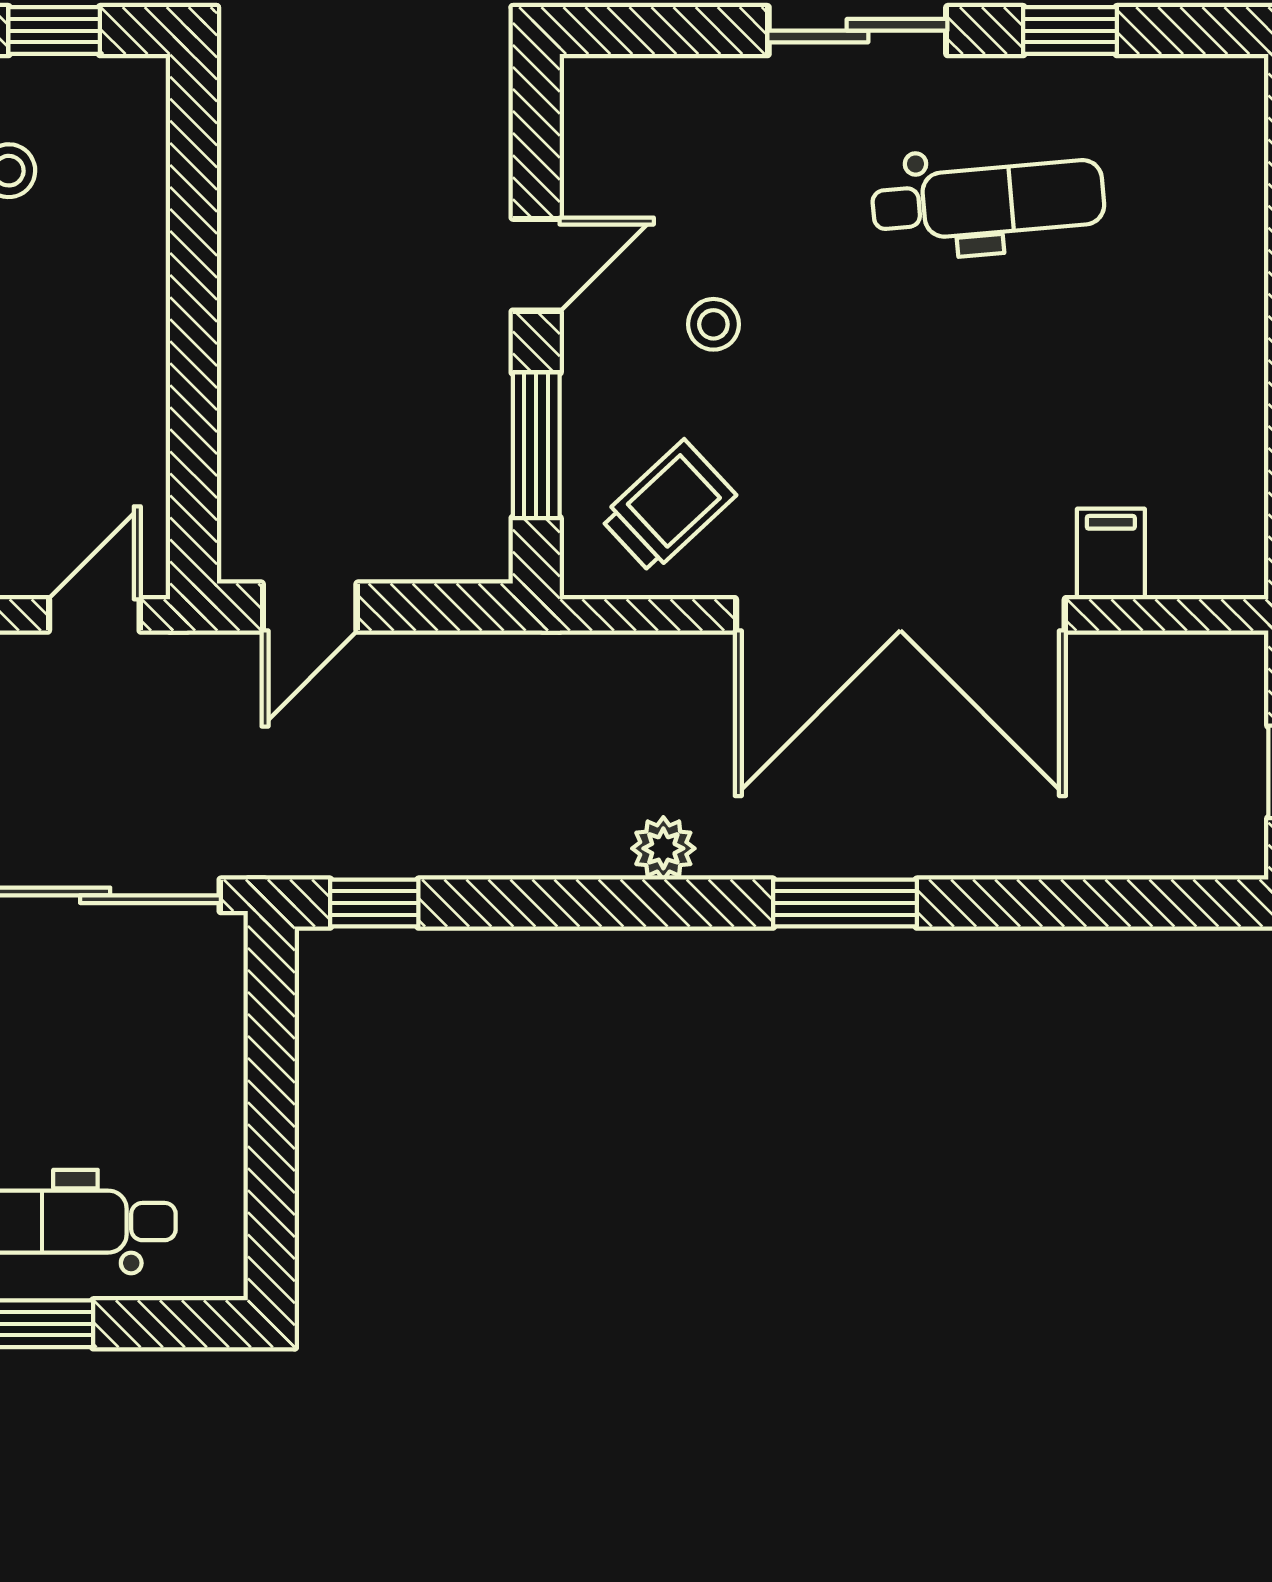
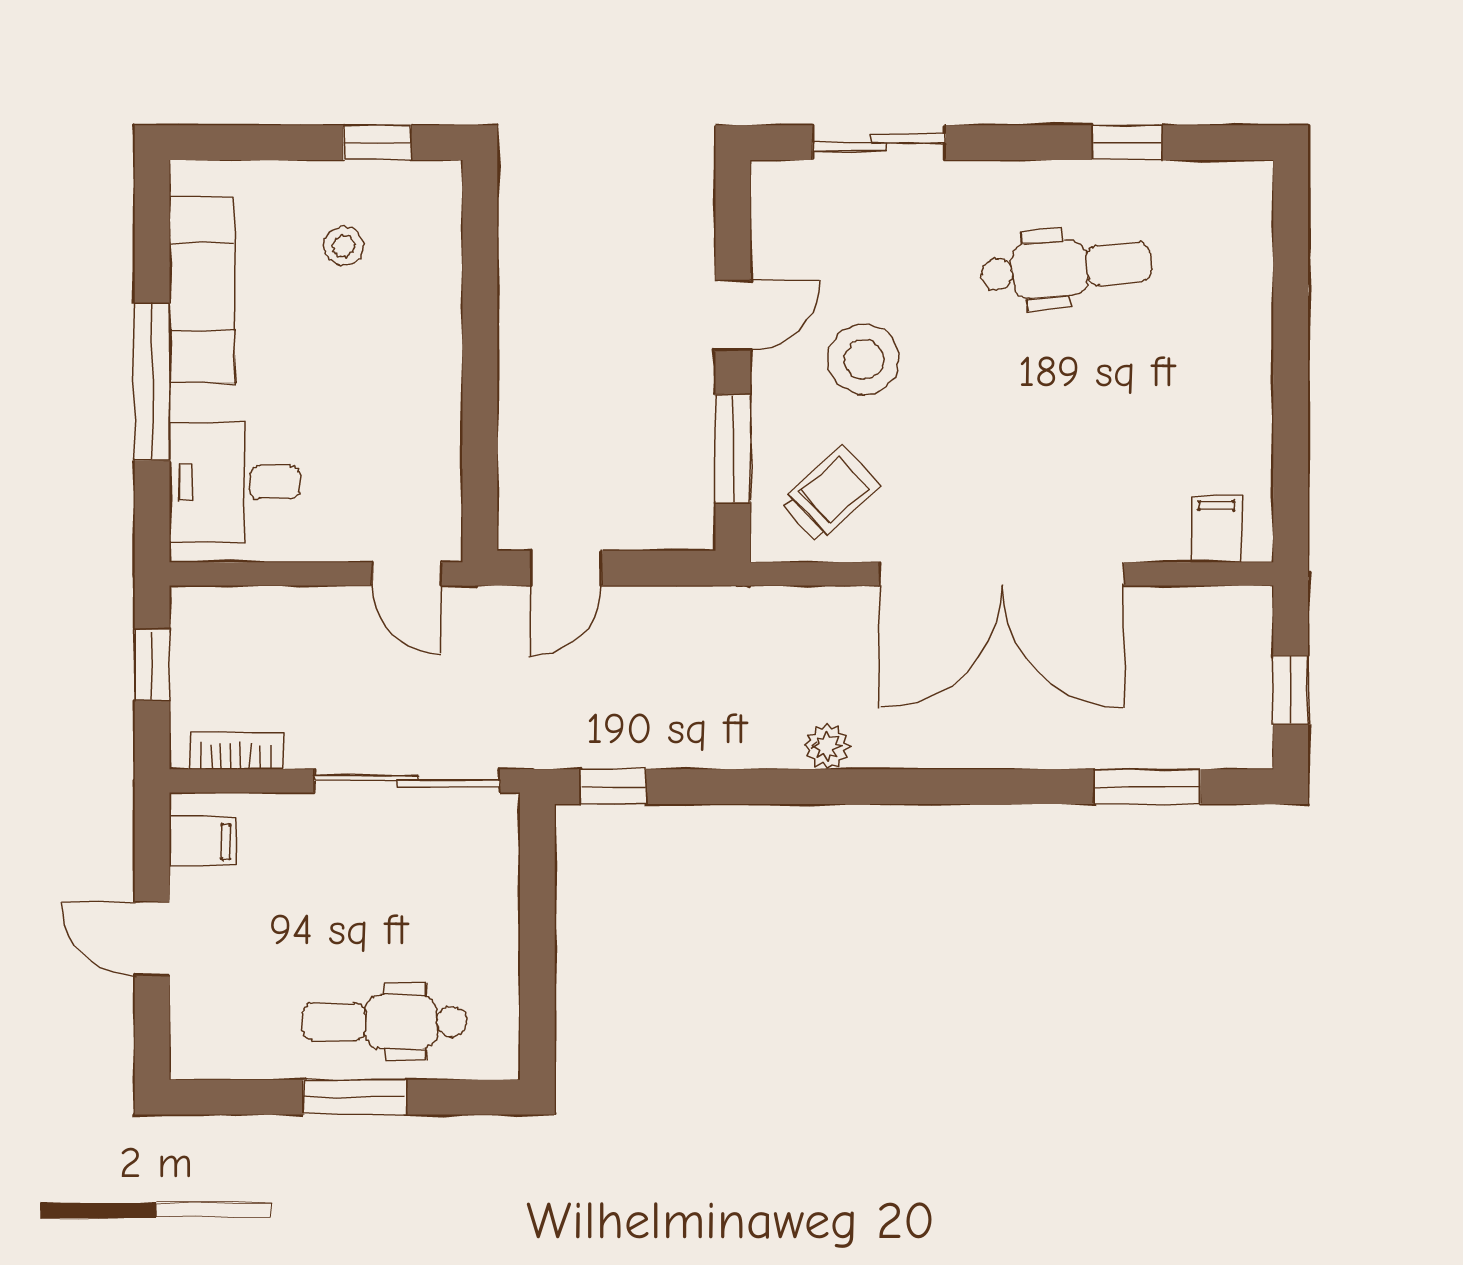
sliding door: (857, 31) -> (879, 143), moved
stool: (713, 324) -> (864, 359), width x1.89, depth x1.89
filing cabinet: (1111, 554) -> (1216, 529), moved
door: (94, 615) -> (407, 574), swing flipped
window: (845, 903) -> (1147, 787), moved

